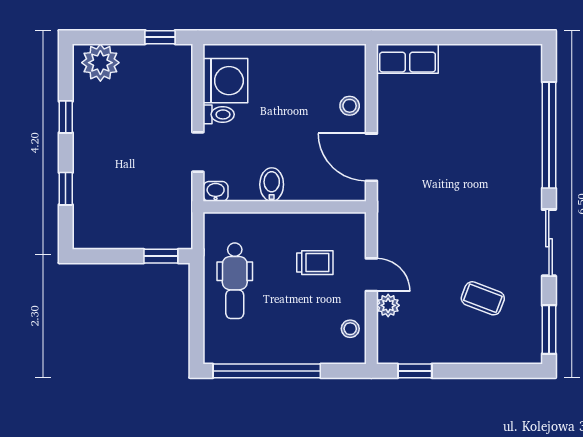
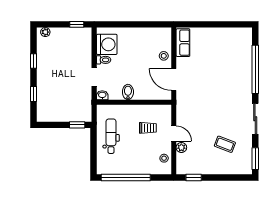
row of seats: (407, 59) -> (183, 43), moved, turned -90
plant: (100, 63) -> (45, 32), width x0.53, depth x0.53
dental chair: (235, 281) -> (111, 136), turned 180

